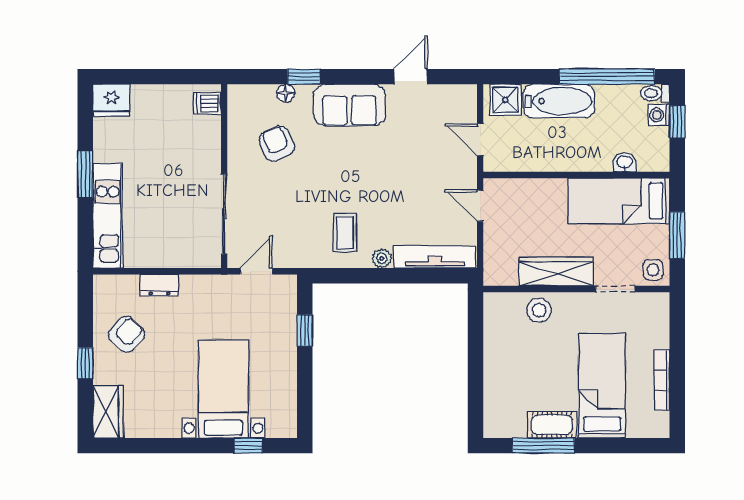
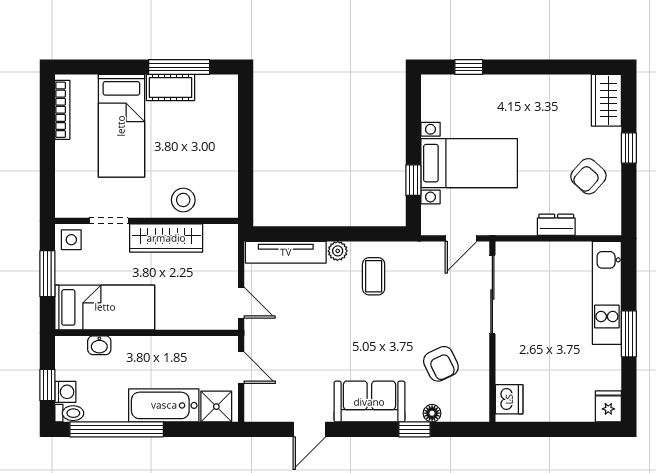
fridge: (111, 100) -> (608, 406), width x0.72
dishwasher: (207, 103) -> (509, 399), width x1.38
bookcase: (662, 380) -> (62, 110), moved
bed with nightstands: (223, 389) -> (469, 163), moved, turned -90

